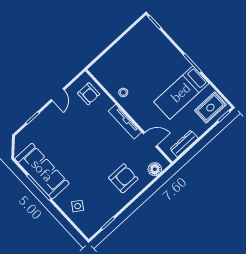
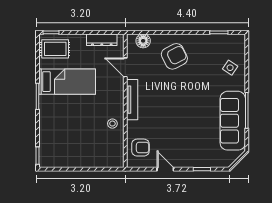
armchair: (89, 94) -> (140, 148), turned 90
door: (58, 95) -> (165, 169), hinge flipped
armchair: (123, 178) -> (174, 56), turned 153

